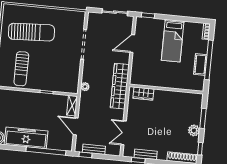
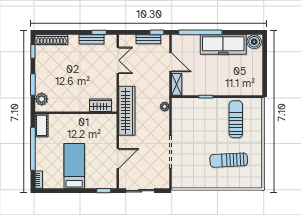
sun lounger: (31, 32) -> (229, 160), width x0.73, depth x0.75
cot: (200, 65) -> (42, 125), moved
plant: (194, 130) -> (42, 99), moved

